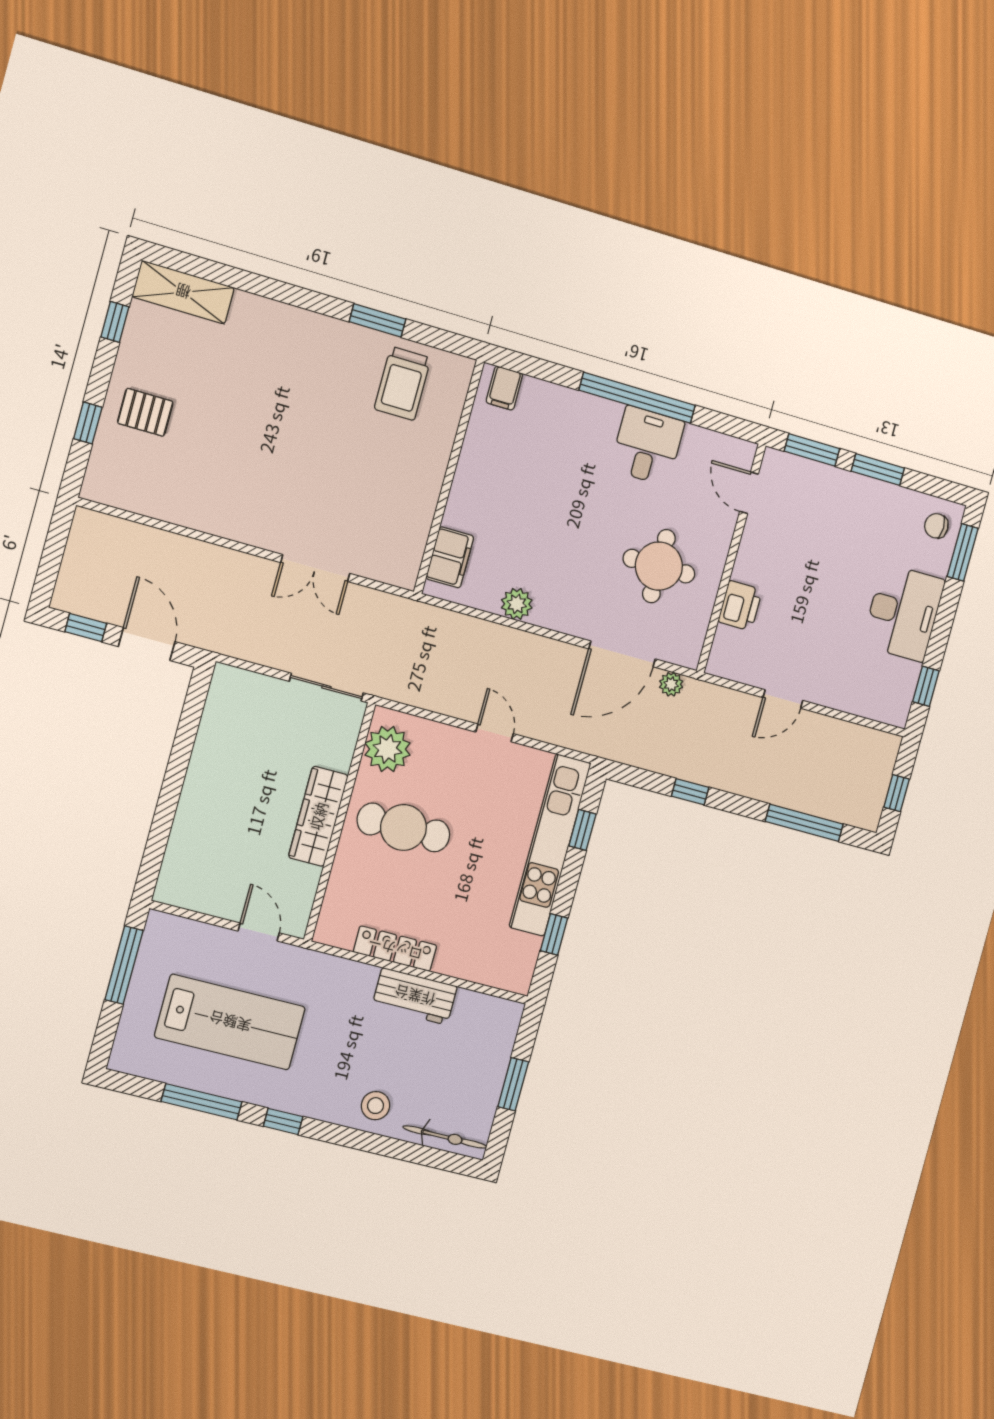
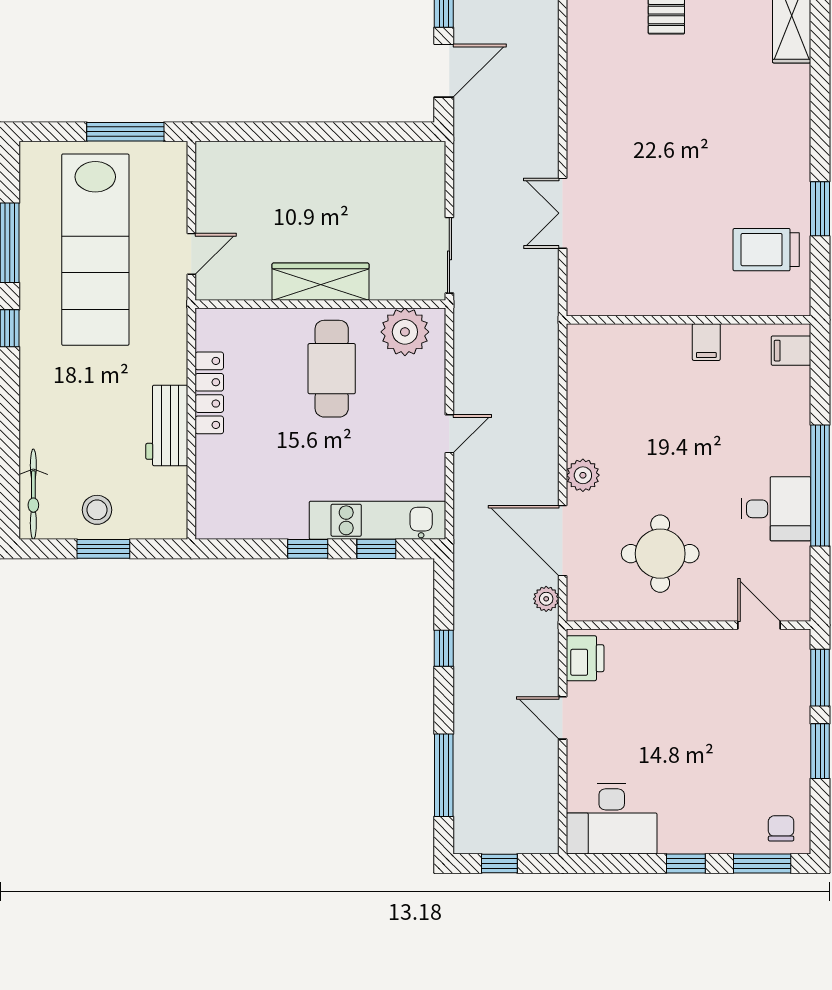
door: (749, 493) -> (759, 625), hinge flipped
filing cabinet: (450, 557) -> (706, 342), moved, width x0.50
plant: (517, 604) -> (583, 475), moved
printer: (740, 606) -> (585, 658), moved, turned -90
desk: (903, 613) -> (612, 819), moved
window: (926, 686) -> (686, 864), moved
kitchen unit: (550, 845) -> (378, 520), width x0.73
window: (554, 934) -> (308, 549), moved
lab bench: (230, 1022) -> (95, 250), width x1.36
stool: (376, 1106) -> (97, 510), moved

